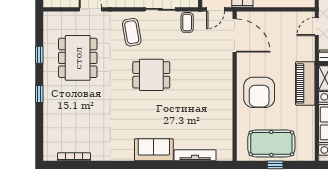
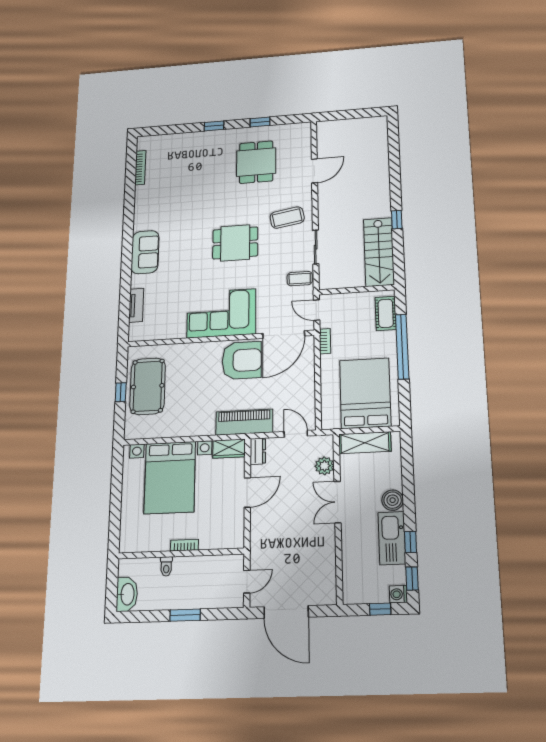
dining table: (78, 58) -> (256, 162), width x0.73
dining table: (151, 75) -> (235, 243), turned 90
piano: (305, 83) -> (244, 422), moved
corner sofa: (213, 85) -> (221, 313), added
armchair: (259, 92) -> (242, 360), moved, turned 180
tv unit: (195, 155) -> (136, 305), width x0.71

